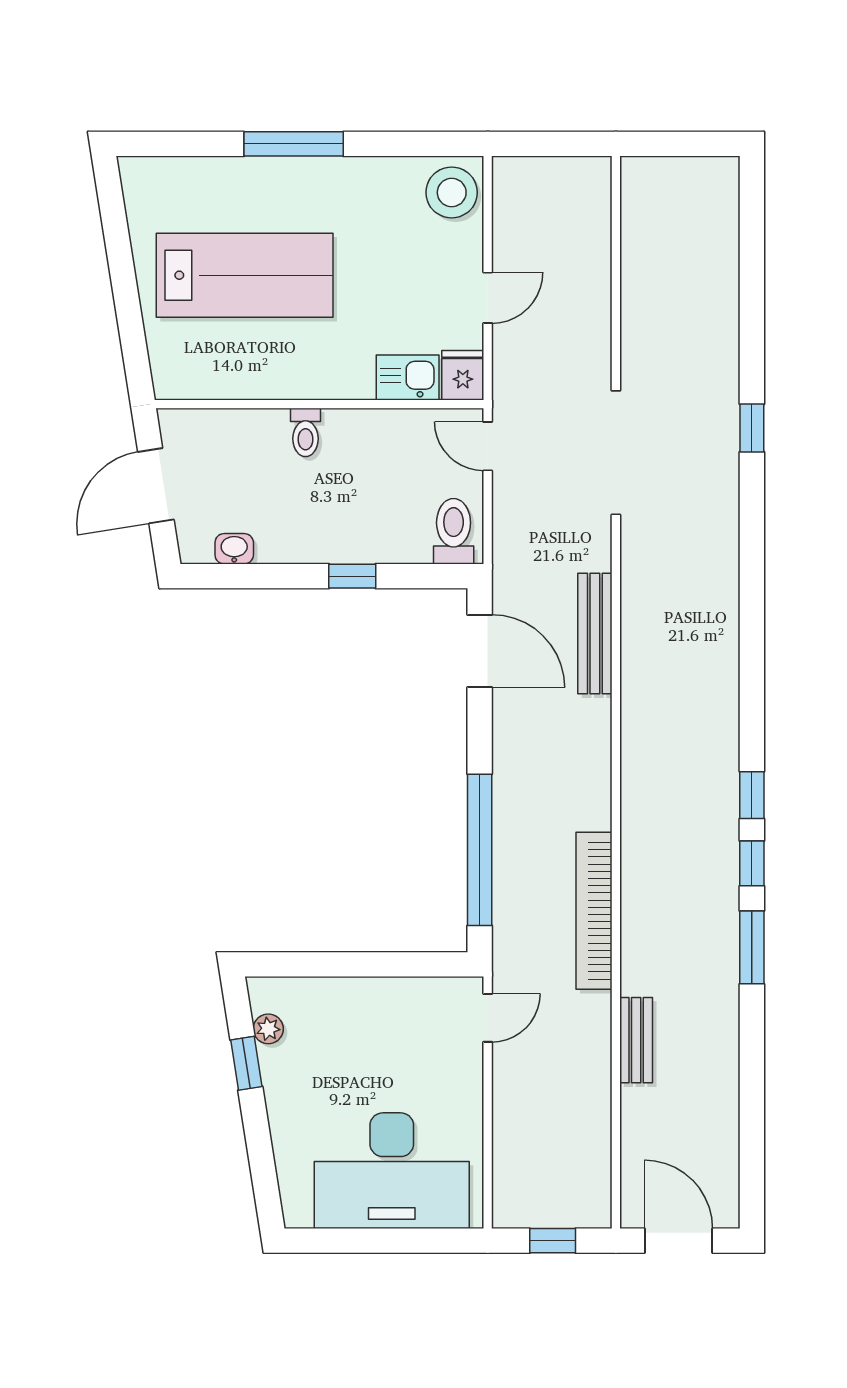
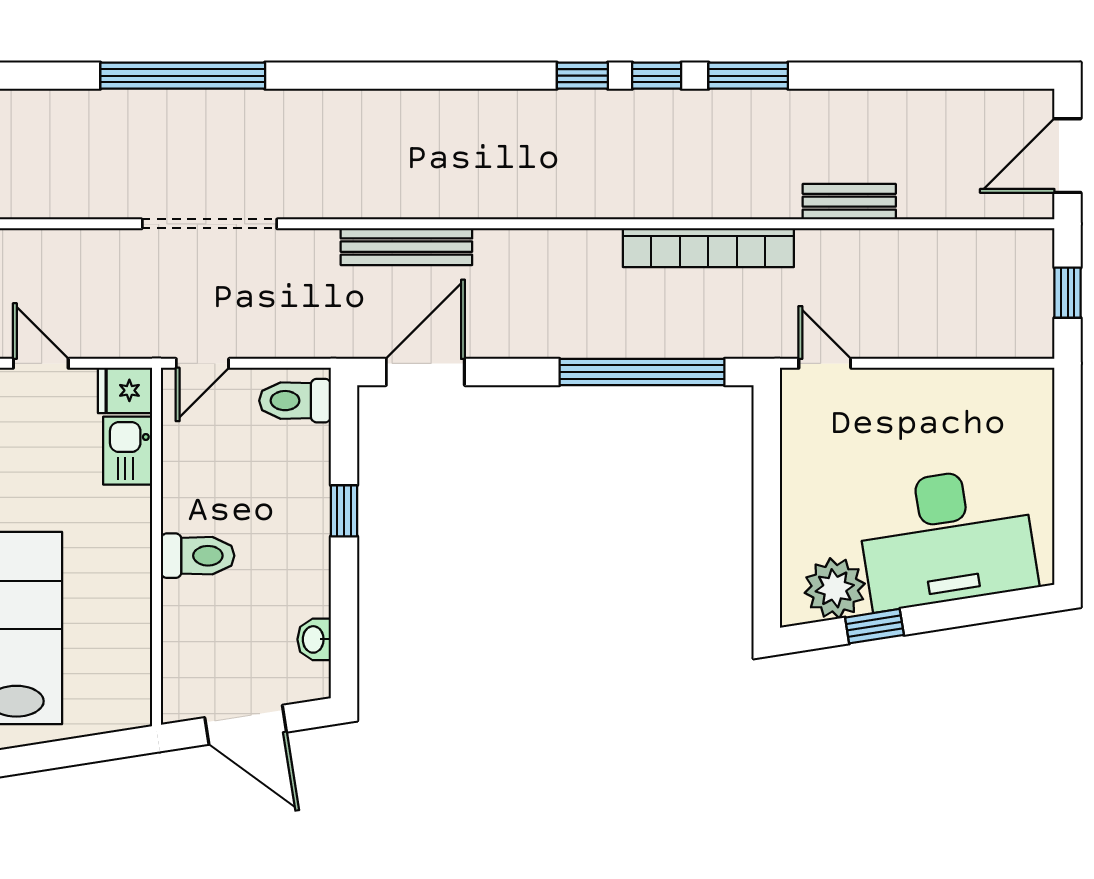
window: (752, 428) -> (183, 76), width x3.17
toilet: (306, 432) -> (198, 556), width x1.37, depth x1.39
plant: (268, 1029) -> (835, 588), width x1.87, depth x1.87
desk: (392, 1171) -> (947, 538), moved, turned 81

